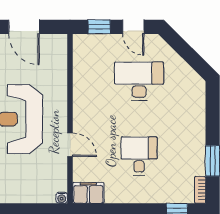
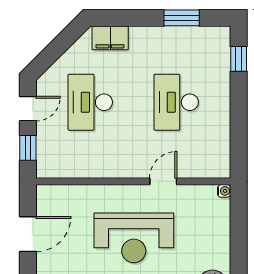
desk: (139, 156) -> (176, 102), width x1.37
bookcase: (200, 190) -> (215, 32), removed
filing cabinet: (88, 193) -> (110, 38), moved, turned -90

